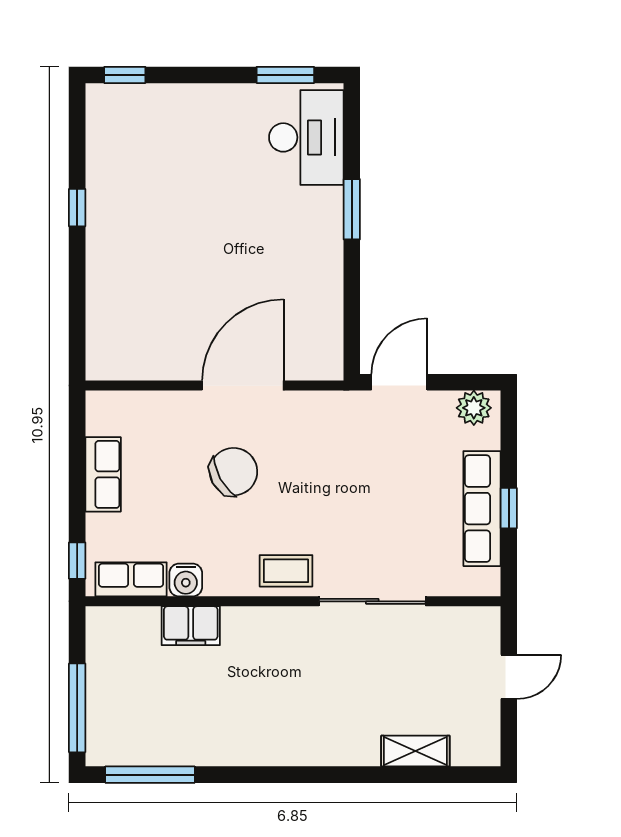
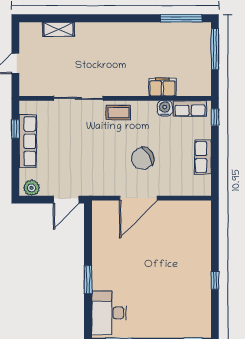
window: (509, 508) -> (15, 129), moved

